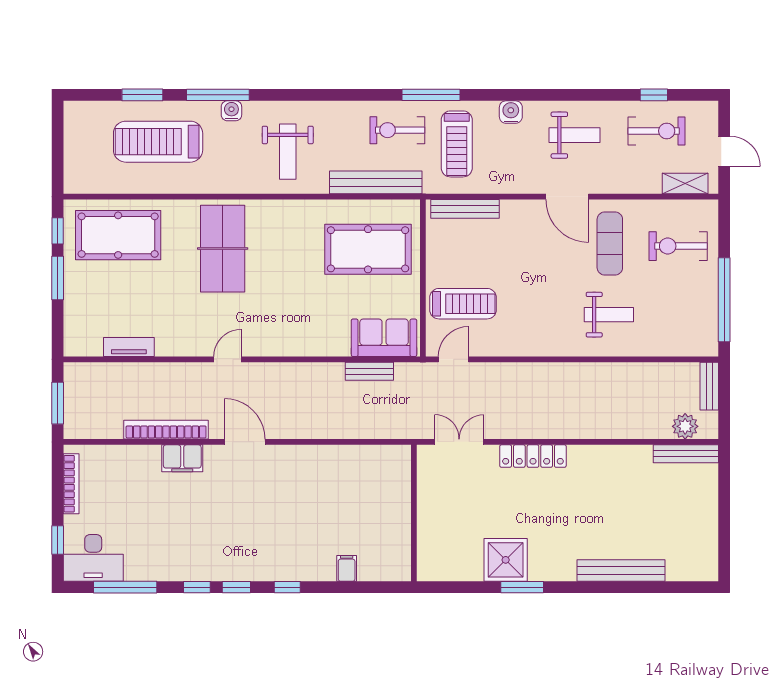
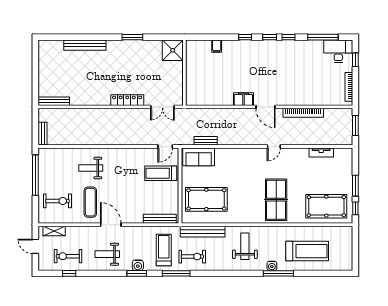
window: (142, 95) -> (137, 273), moved
plant: (685, 426) -> (54, 114), removed
filing cabinet: (182, 458) -> (243, 99), moved
shower: (506, 560) -> (173, 50), moved

